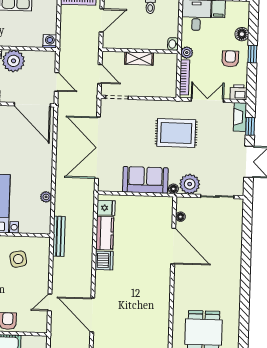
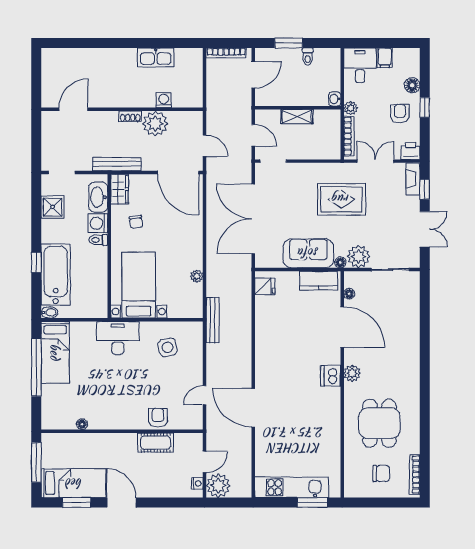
washing machine: (50, 41) -> (164, 100), moved
kitchen counter: (105, 233) -> (318, 281), moved, turned 90
dishwasher: (104, 260) -> (331, 376), moved, turned 180
plant: (181, 287) -> (352, 373), added

